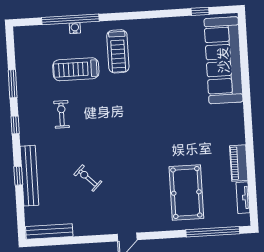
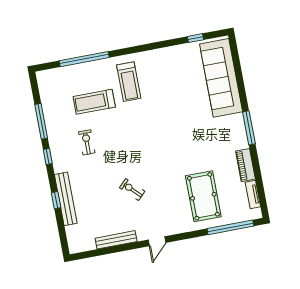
water cooler: (75, 28) -> (89, 66), removed
window: (13, 84) -> (41, 121), width x1.44
window: (248, 121) -> (249, 128), added
exercise bike: (88, 178) -> (132, 190), moved
bench: (49, 231) -> (116, 240), moved

